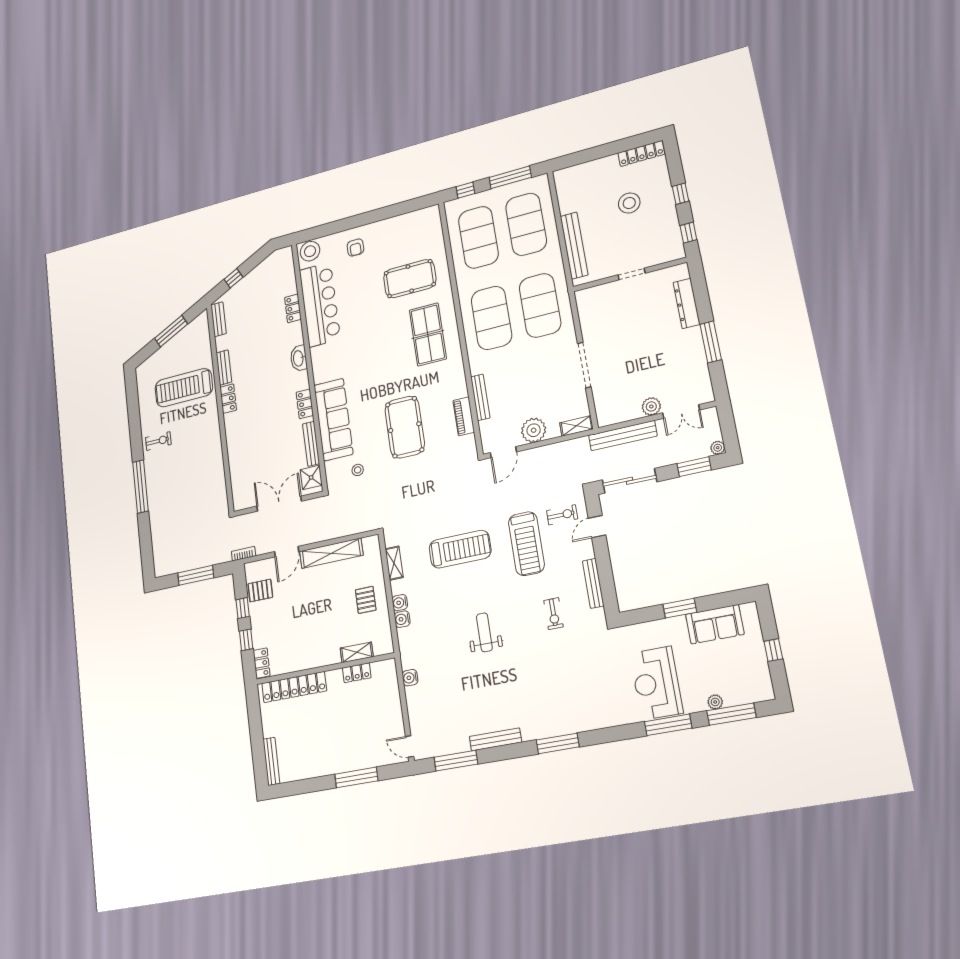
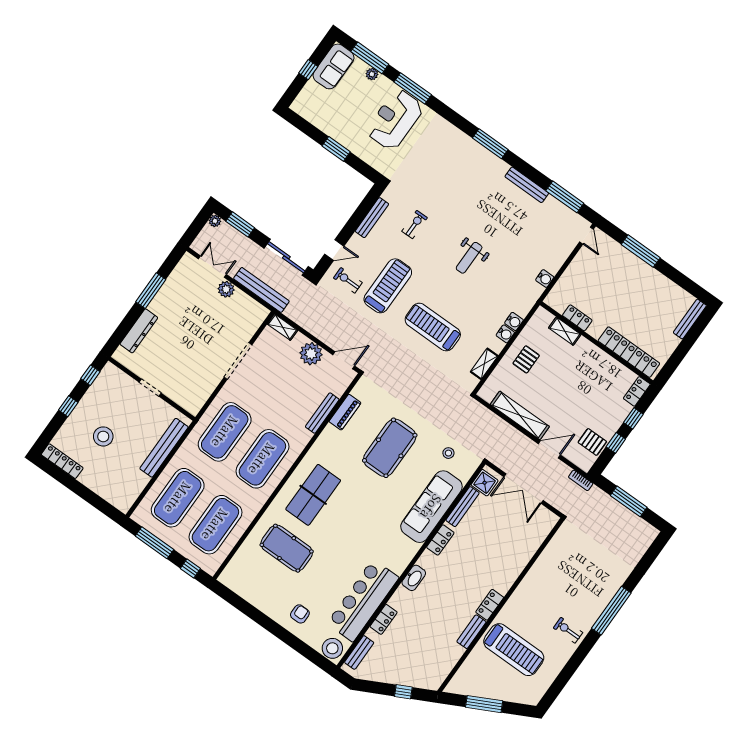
bench: (219, 319) -> (359, 652), moved
sofa: (715, 624) -> (334, 66), moved, turned 90
reception desk: (656, 683) -> (395, 119), turned 180

